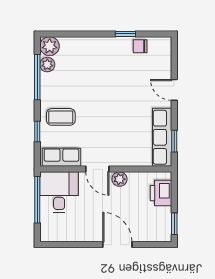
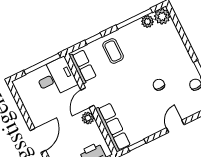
chair: (121, 85) -> (159, 85), added
row of seats: (162, 137) -> (113, 127), moved, turned 90

